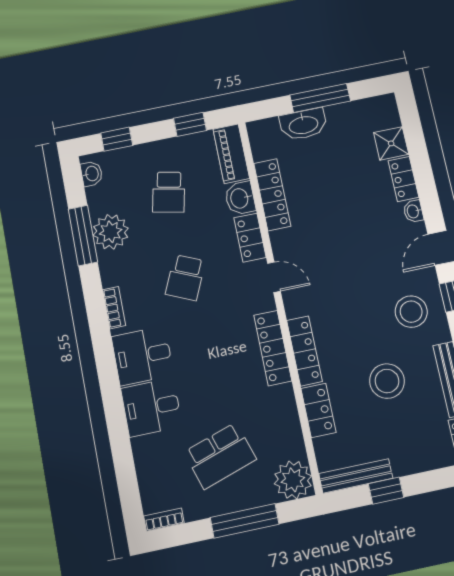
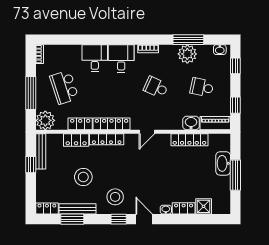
locker: (250, 238) -> (80, 124), moved

